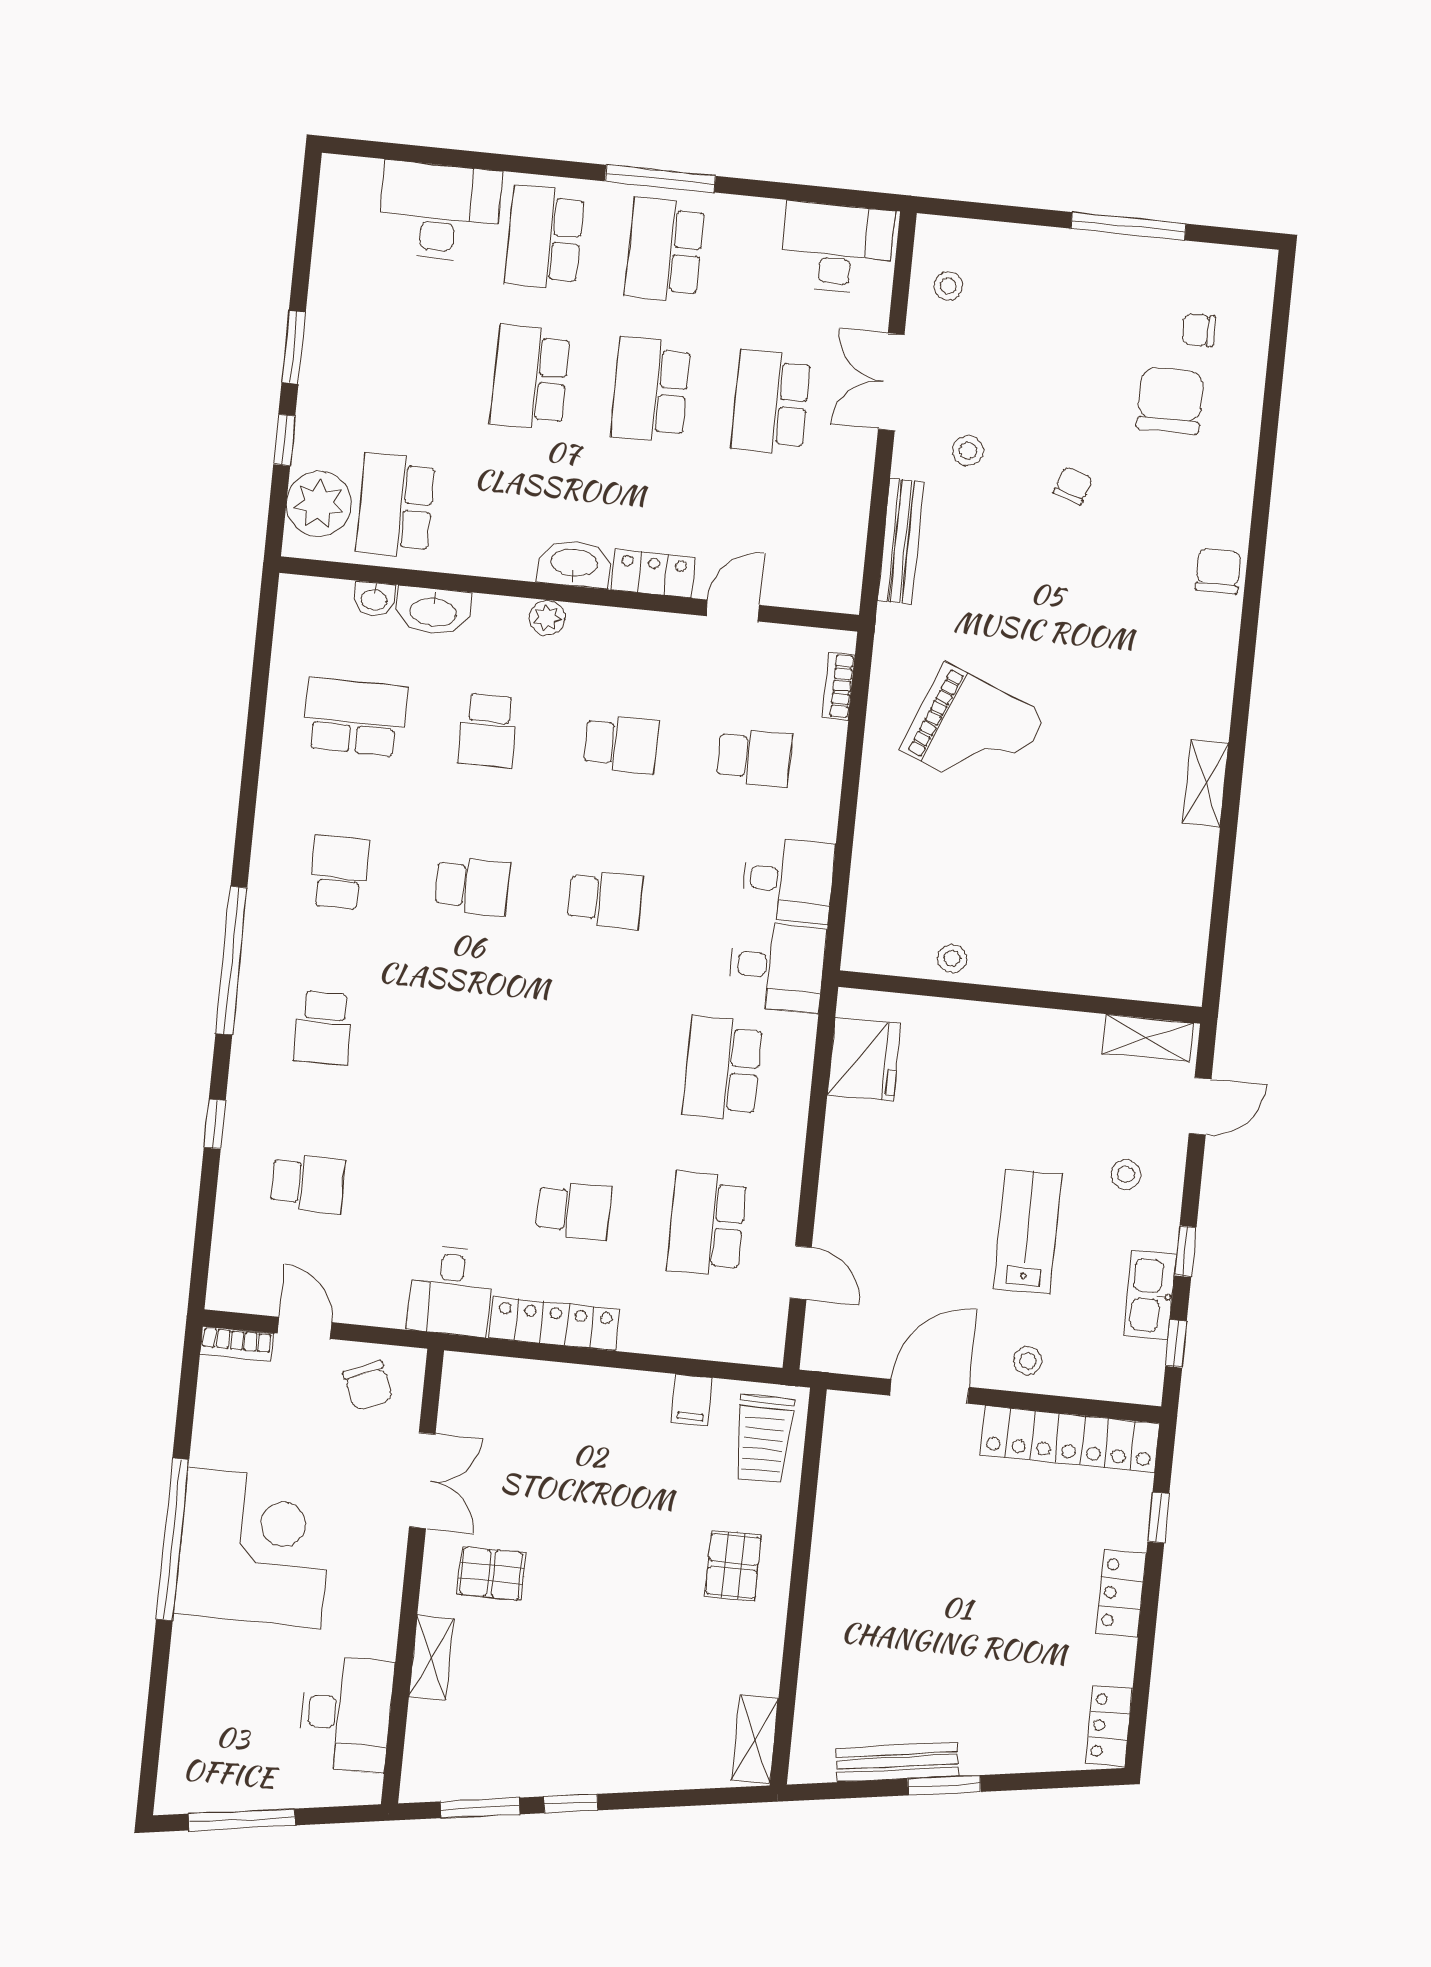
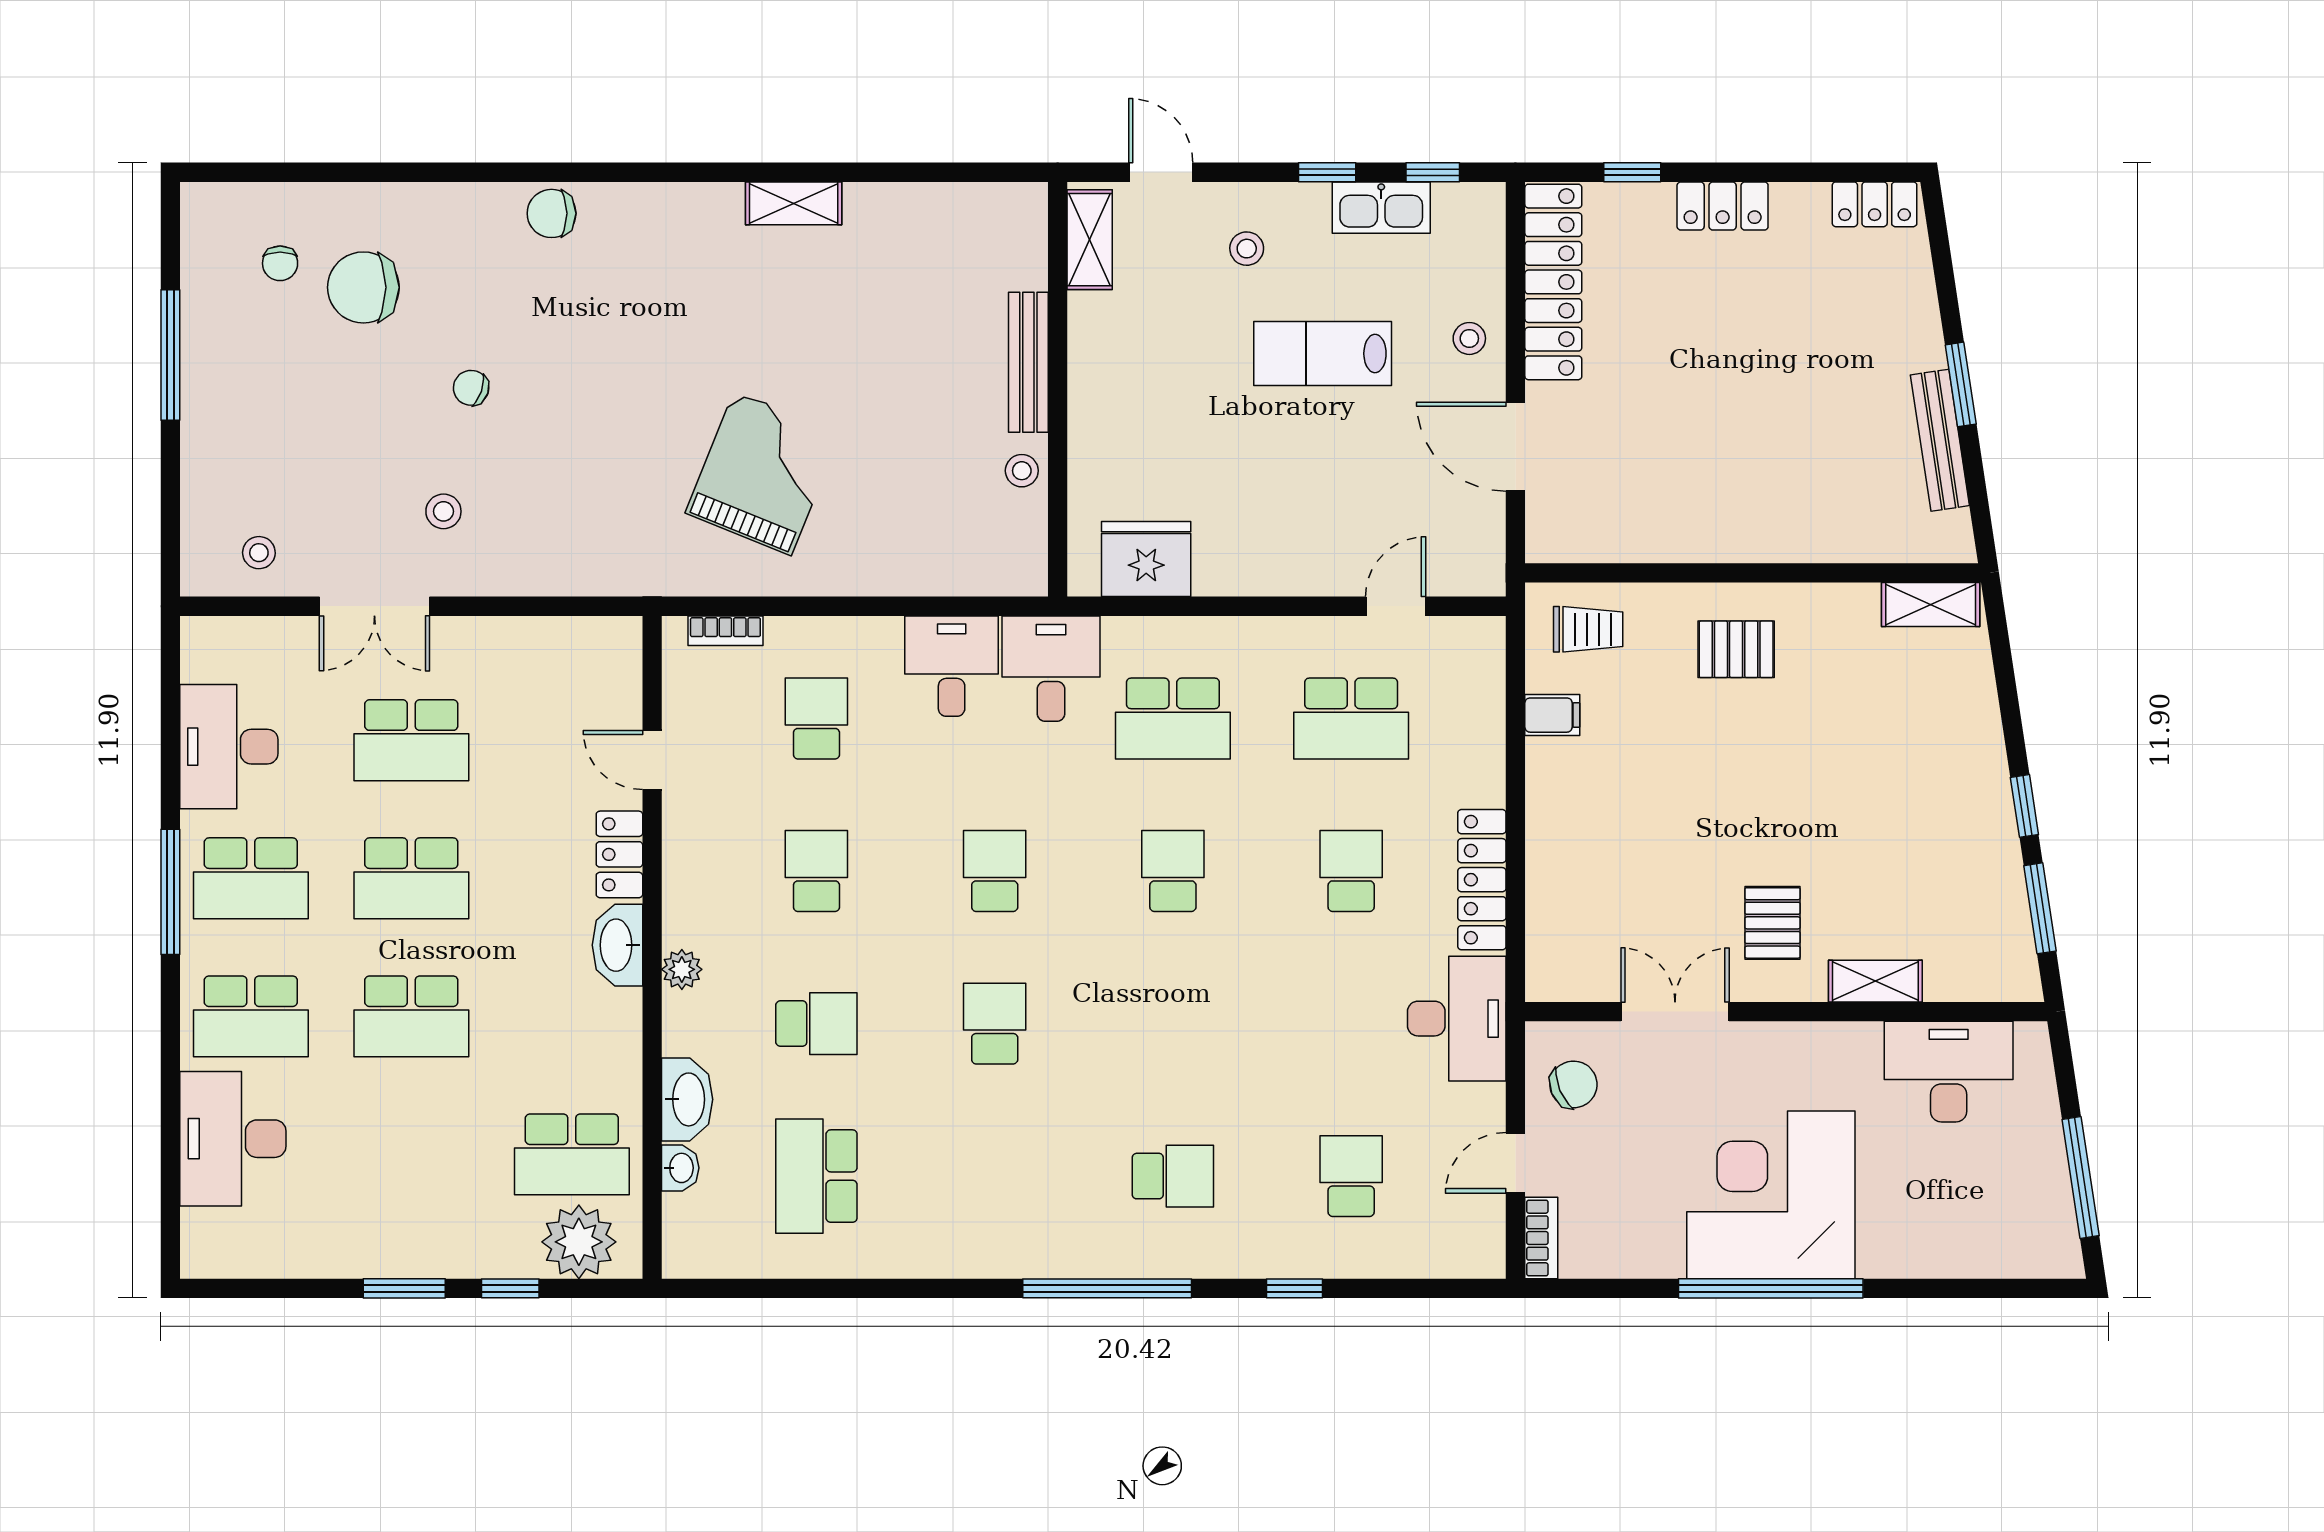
desk: (837, 248) -> (229, 747), moved
bench: (901, 541) -> (1028, 362), moved, turned 90
school desk: (339, 872) -> (1173, 871), moved, turned 90
desk: (450, 1291) -> (1457, 1019), width x1.37
trolley: (764, 1438) -> (1588, 629), width x0.73, depth x0.72

